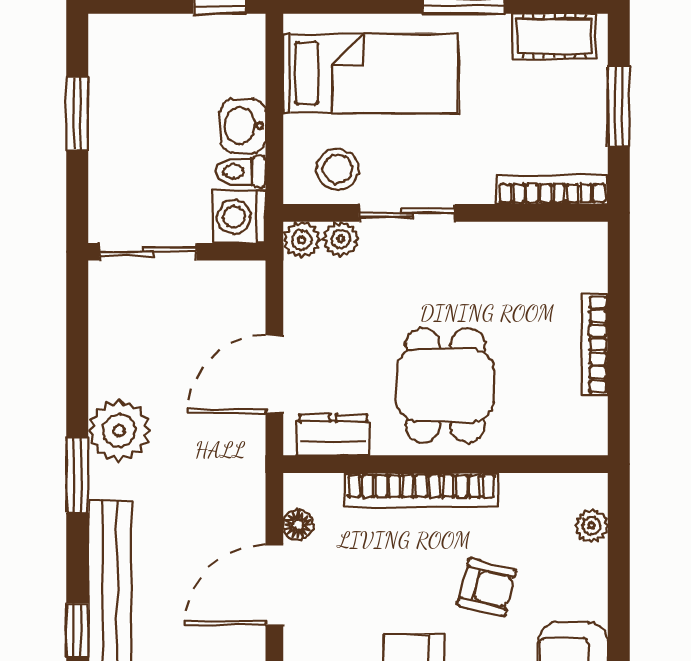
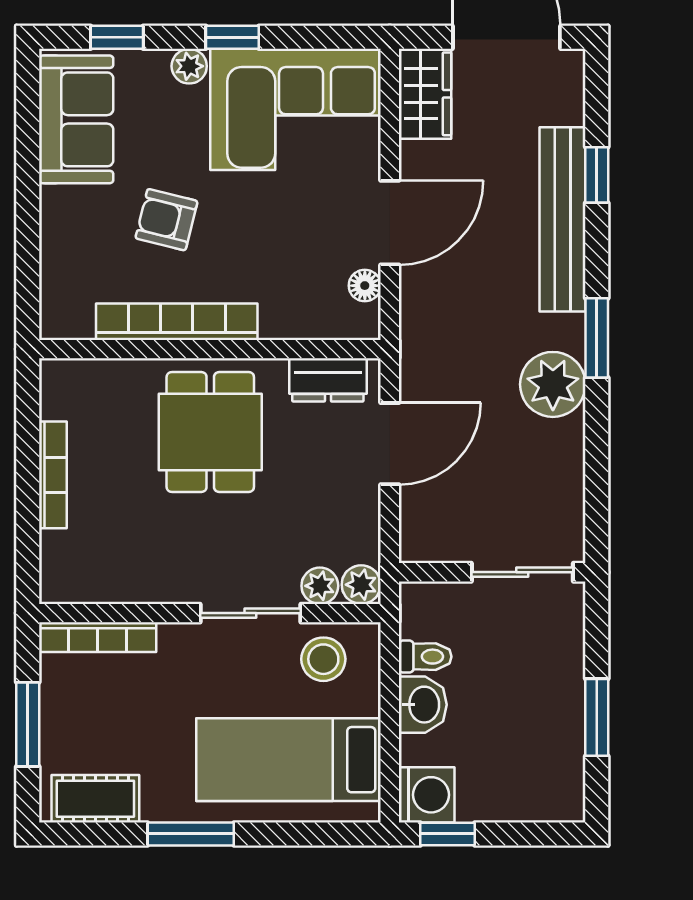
washing machine: (239, 217) -> (427, 795), moved
bookcase: (421, 490) -> (177, 322), moved
plant: (591, 526) -> (57, 285), removed

